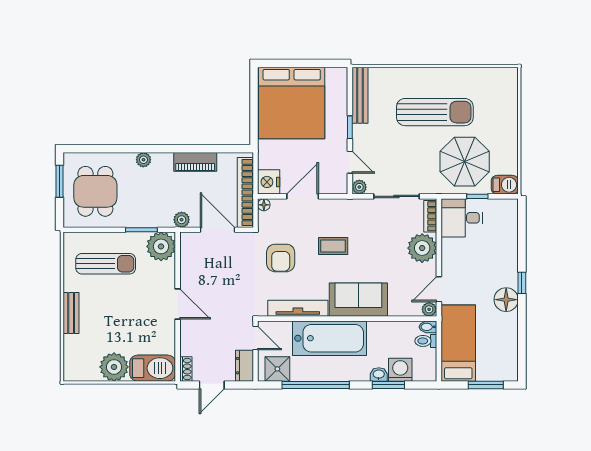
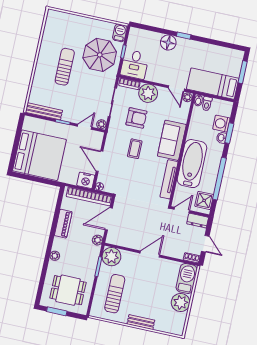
sun lounger: (435, 112) -> (65, 67), width x0.73, depth x0.75
armchair: (281, 258) -> (136, 118), moved
floor lamp: (506, 300) -> (168, 43), moved

